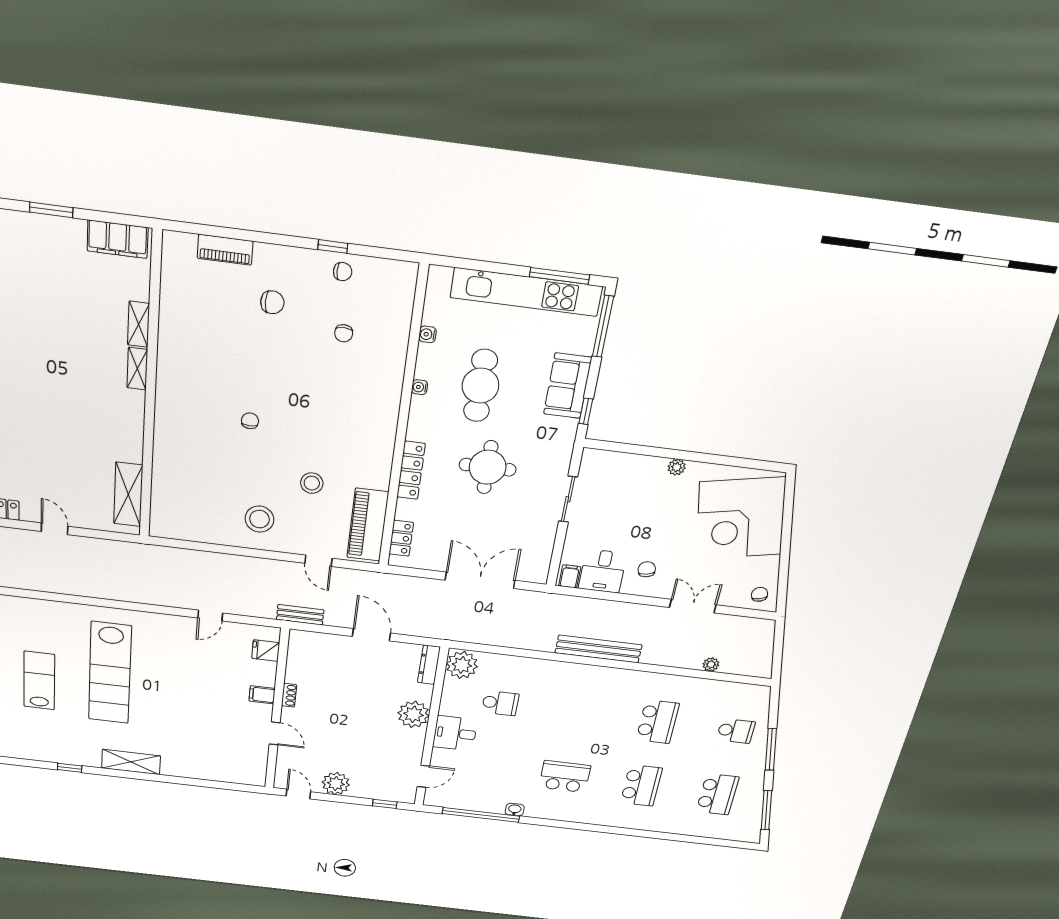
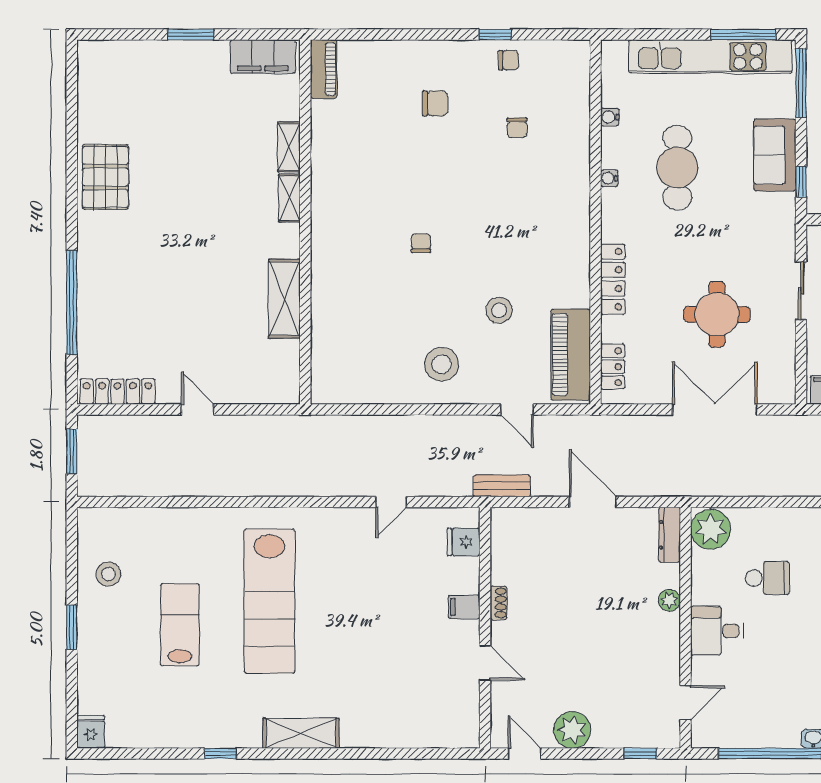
piano: (225, 250) -> (324, 69), moved, turned -90
round table: (488, 467) -> (717, 314), moved
shelving: (128, 494) -> (284, 299), moved
plant: (413, 714) -> (669, 600), width x0.53, depth x0.53

